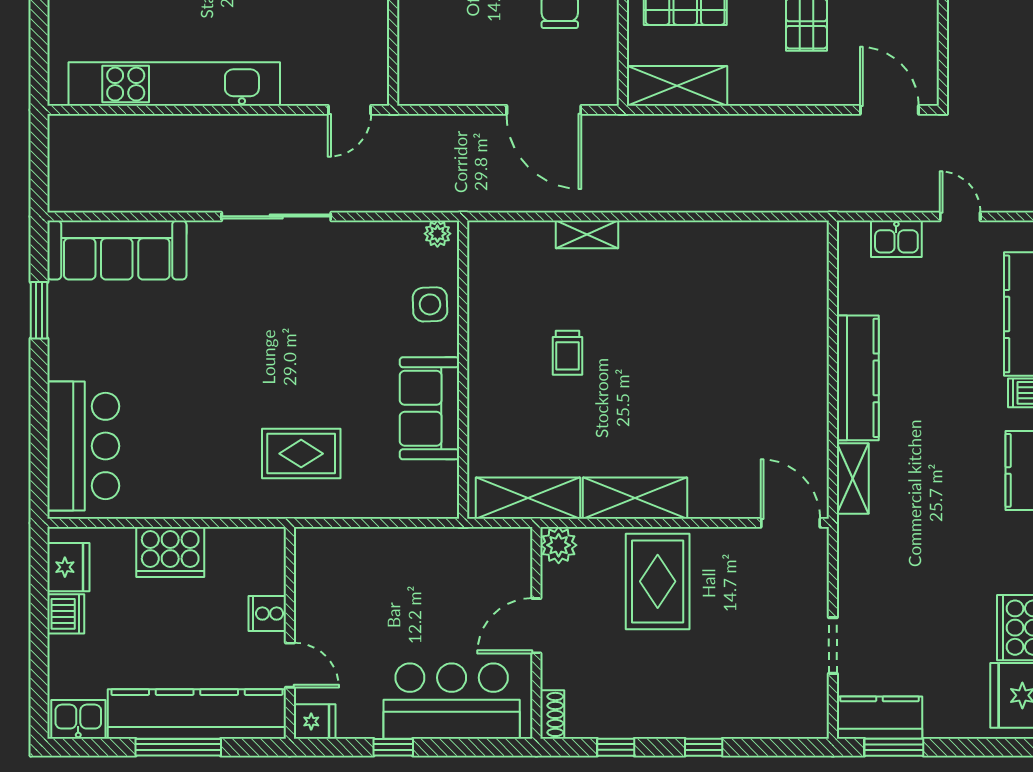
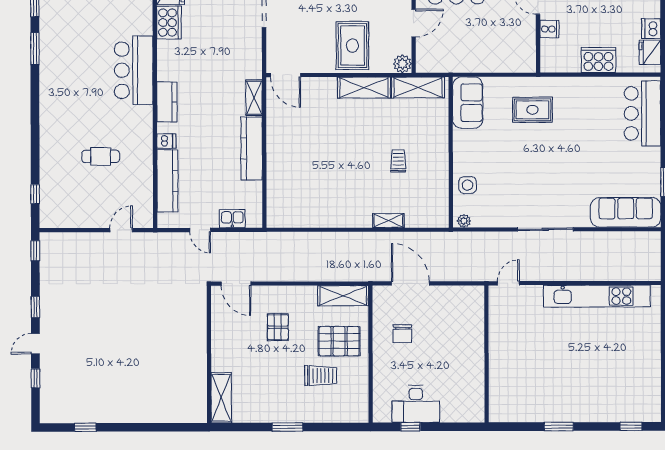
sofa: (429, 408) -> (468, 103), moved

